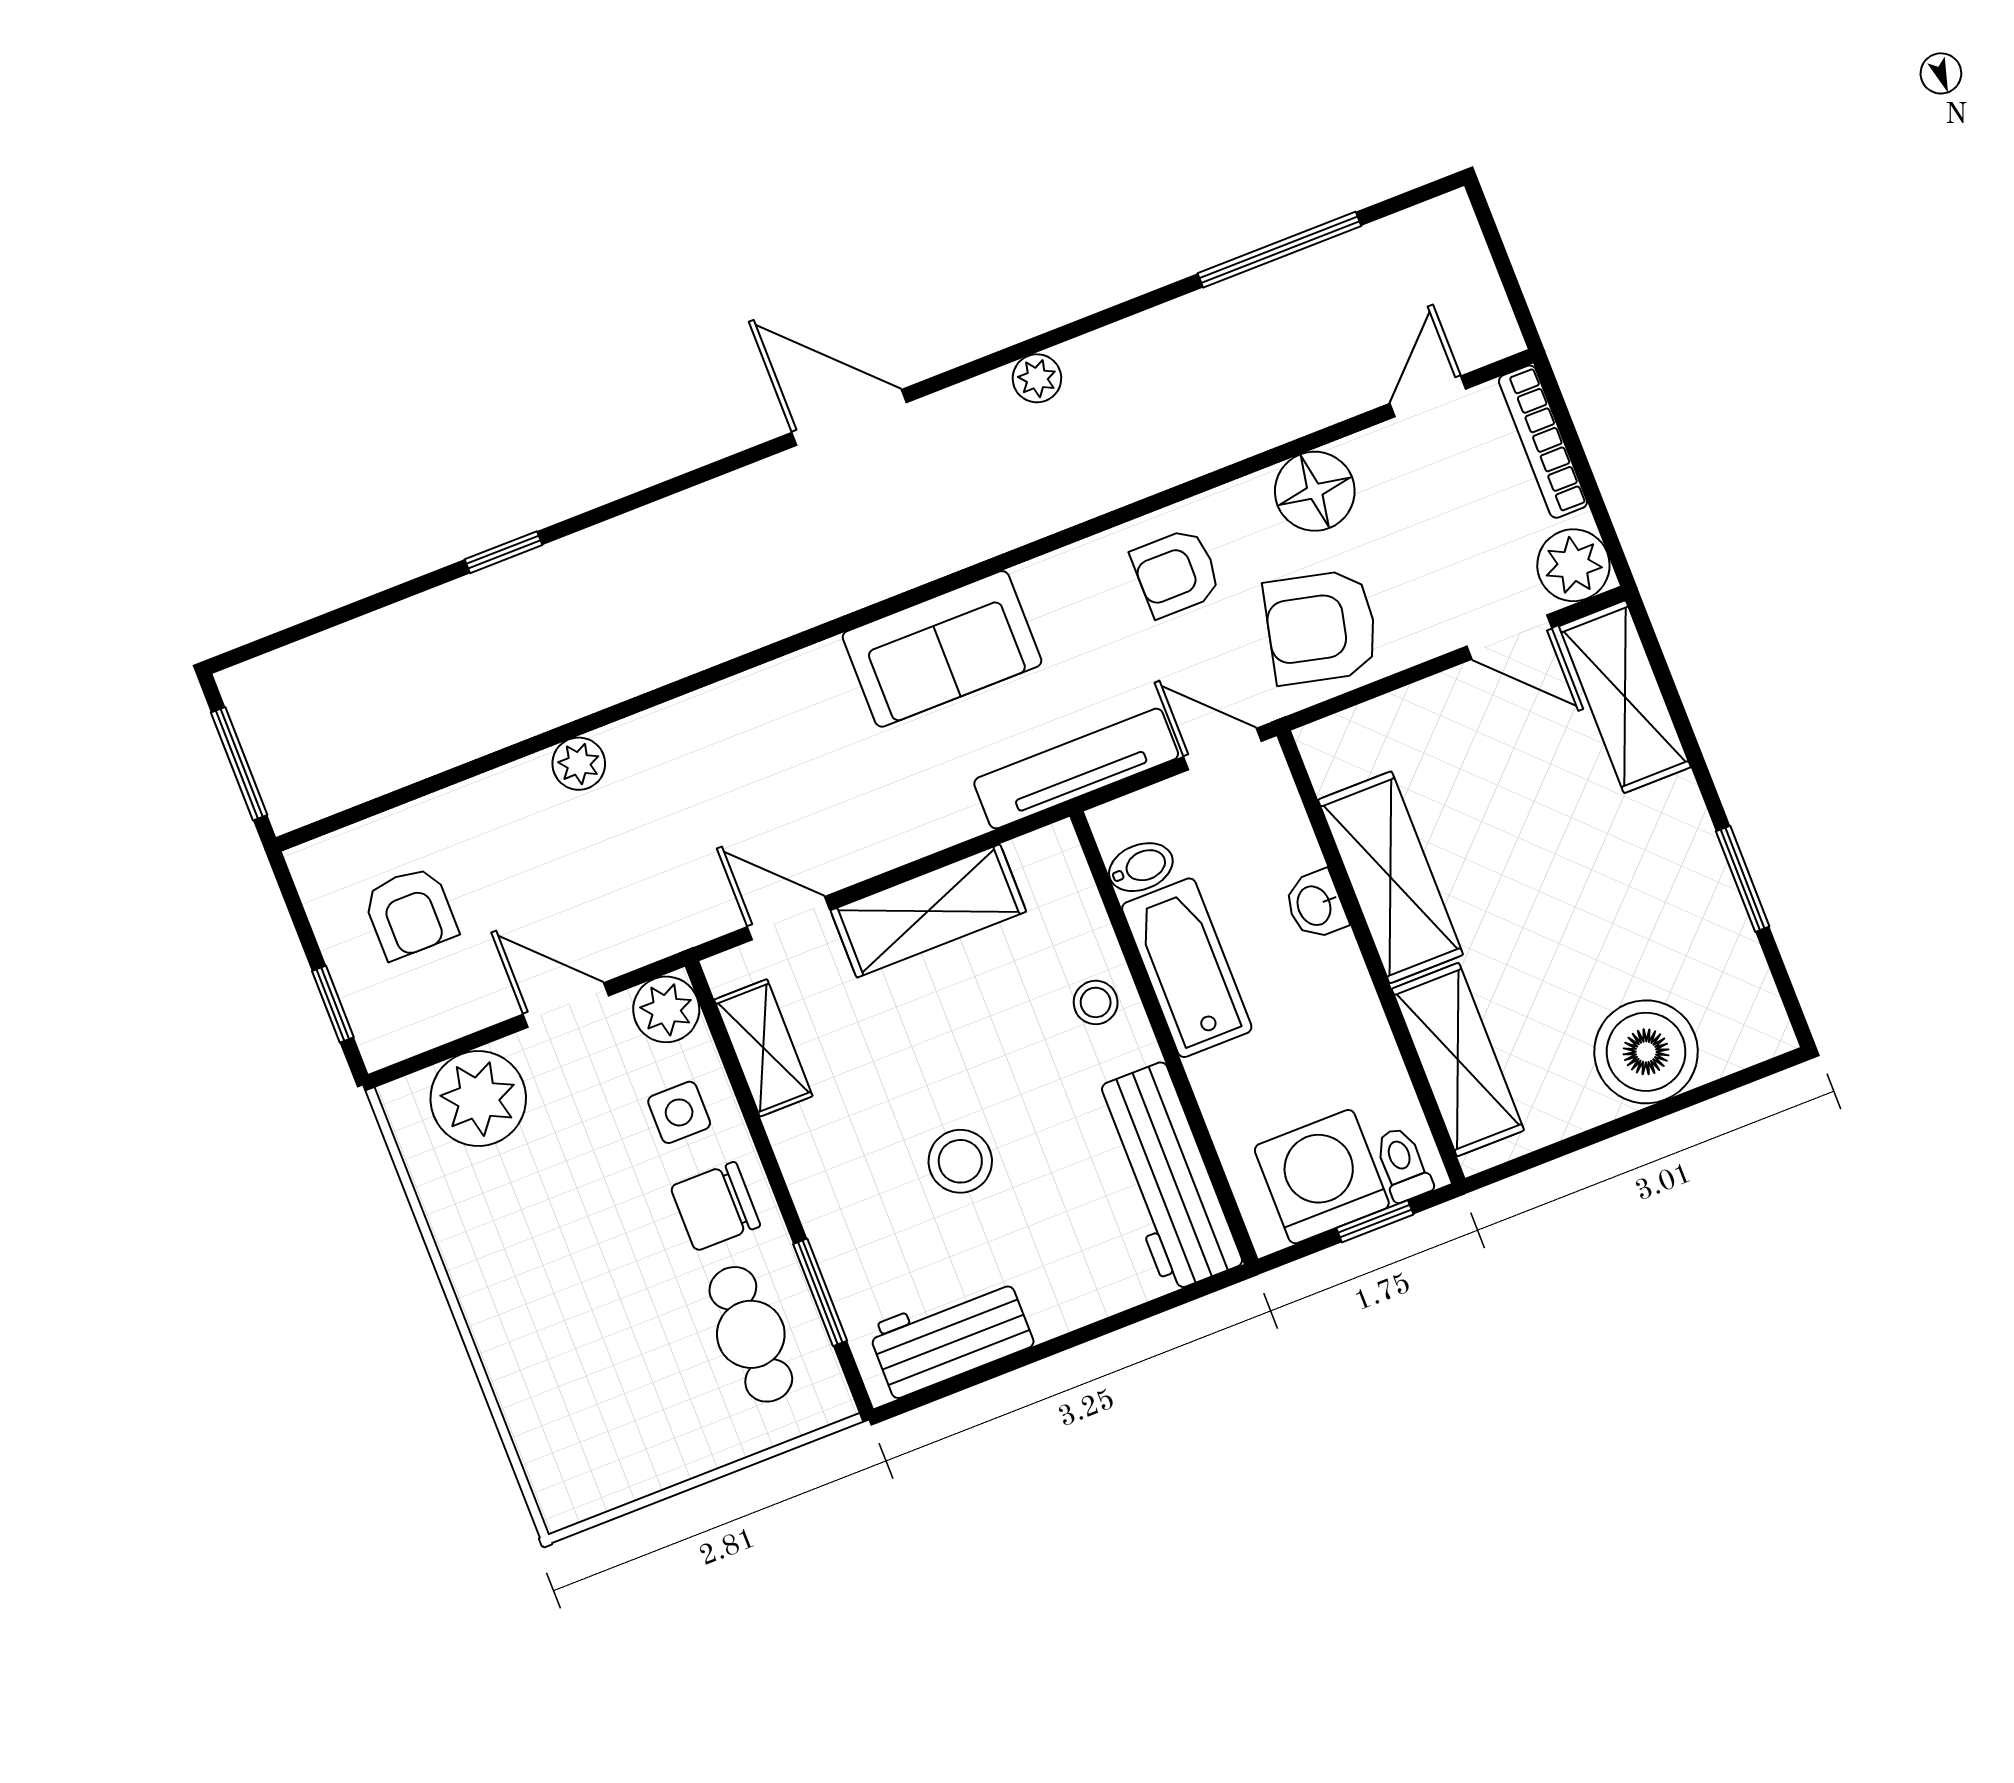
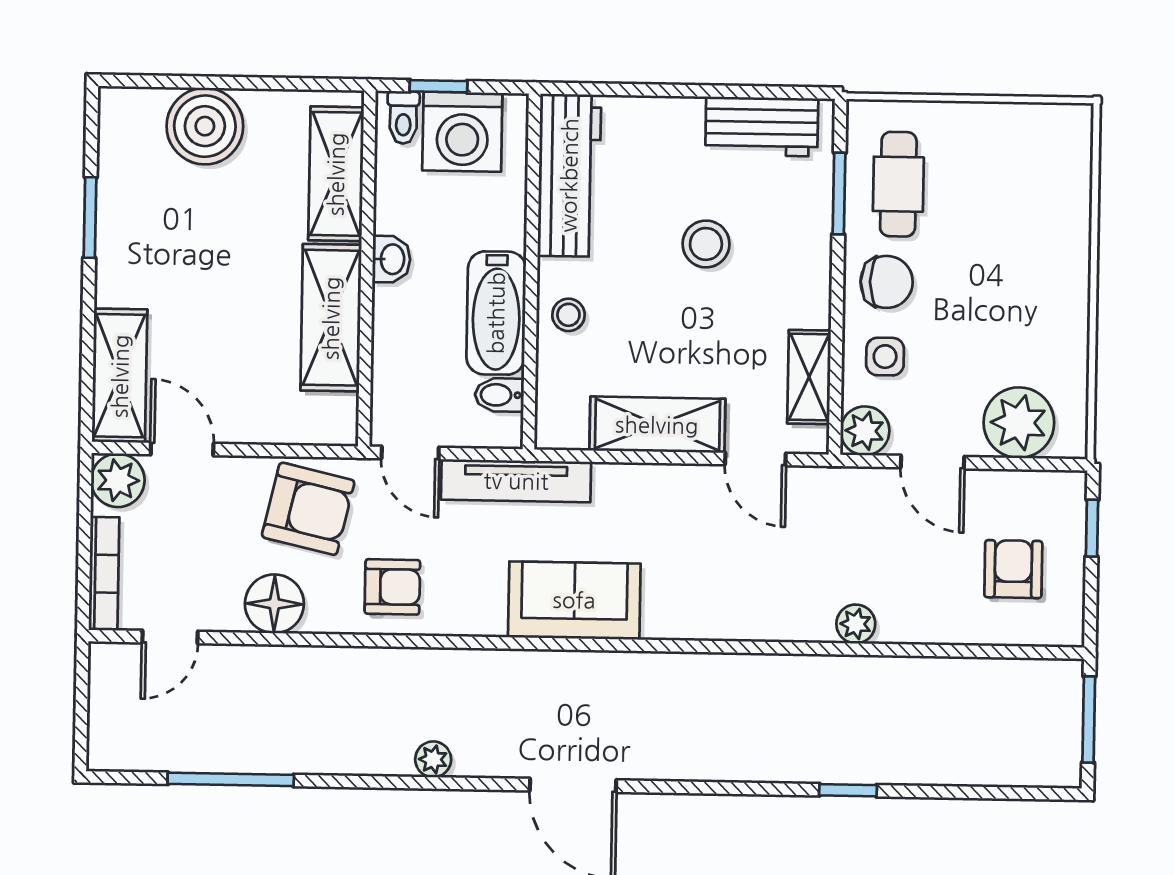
washbasin: (1315, 905) -> (391, 259), moved

